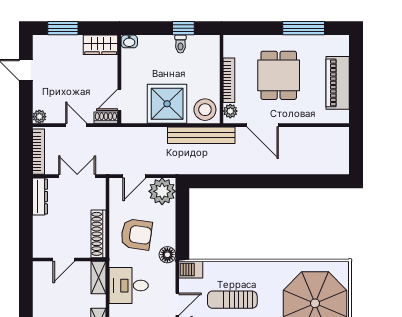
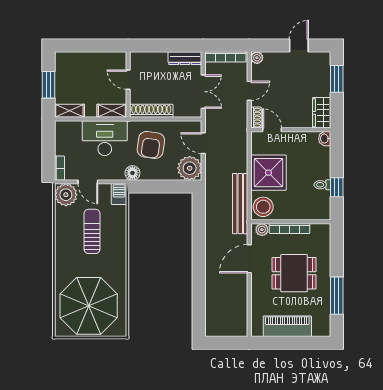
desk: (129, 286) -> (105, 138), width x1.37

